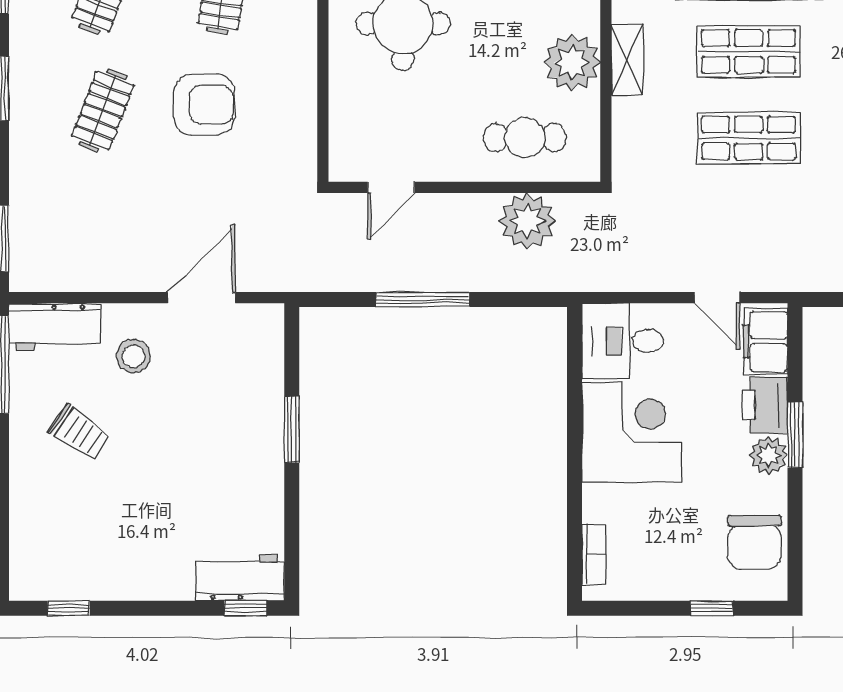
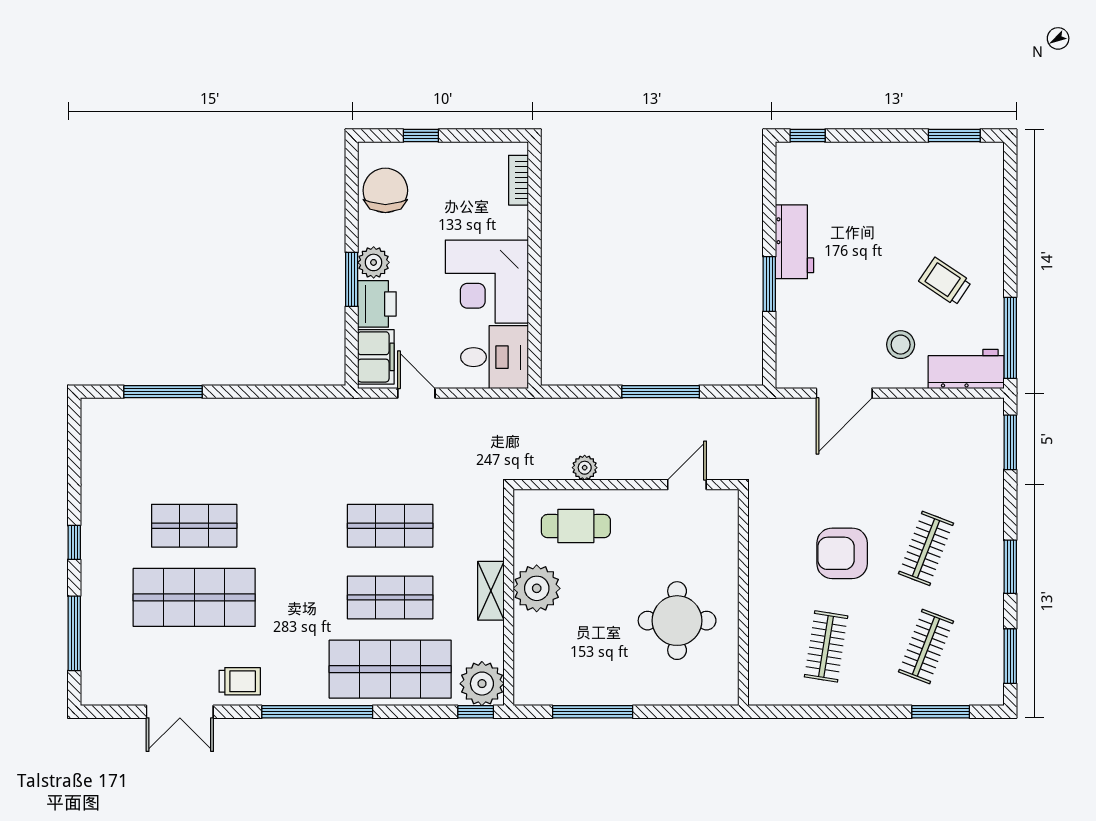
plant: (527, 221) -> (585, 468), width x0.53, depth x0.53
workbench: (240, 578) -> (794, 242), moved, turned -90
window: (69, 608) -> (954, 136), width x1.50

